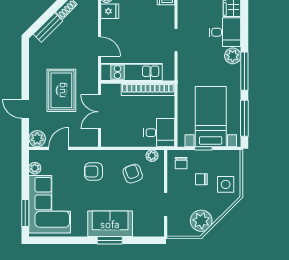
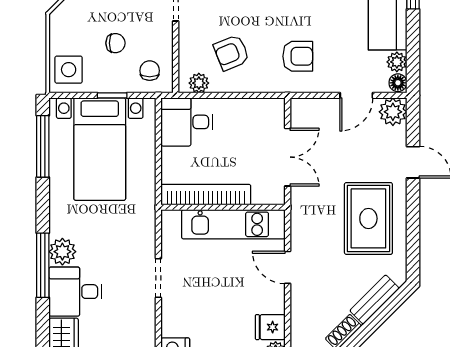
window: (244, 71) -> (43, 265), moved
rug: (61, 90) -> (368, 218), moved
floor lamp: (34, 156) -> (398, 83), added
armchair: (133, 174) -> (231, 53), turned 88
side table: (226, 184) -> (69, 70), moved

